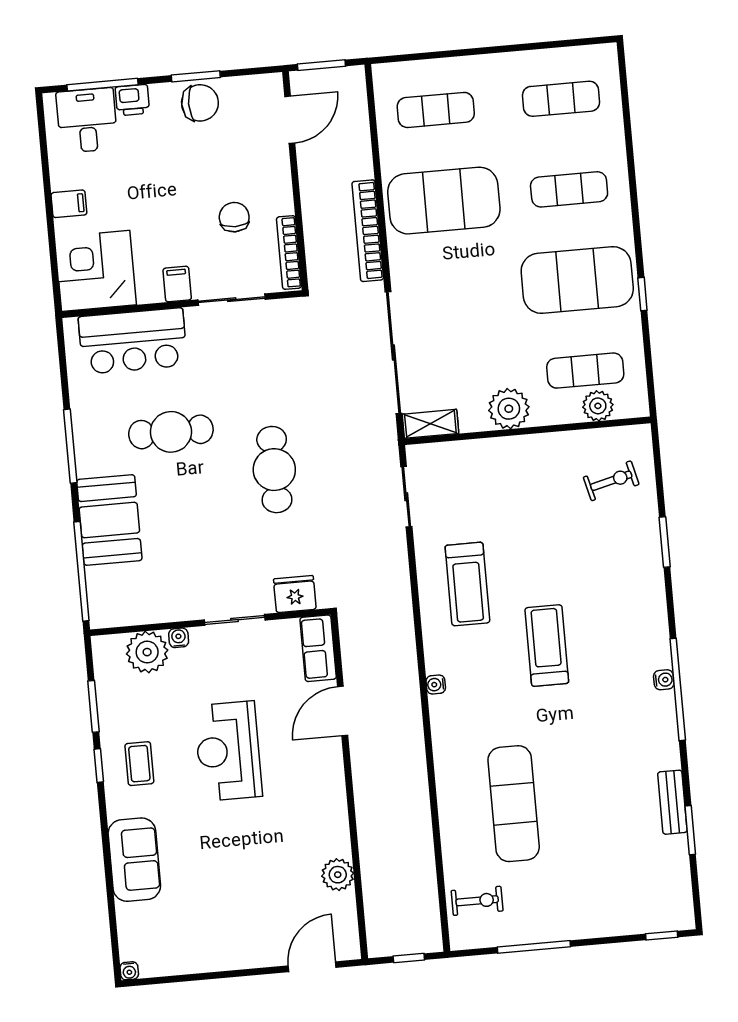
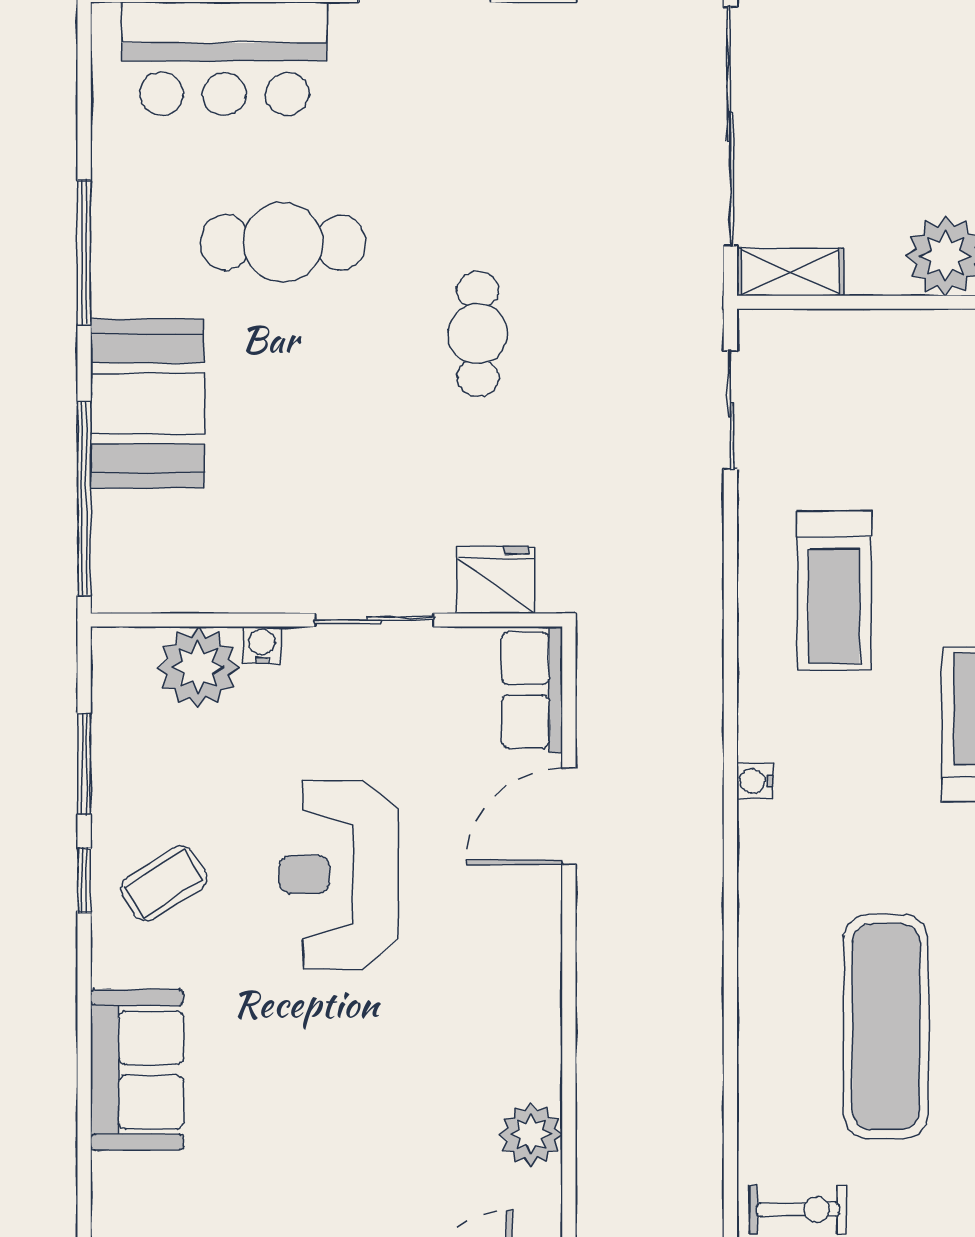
cafe table: (274, 470) -> (478, 334), width x0.73, depth x0.74
coffee table: (139, 764) -> (164, 883), turned 58

